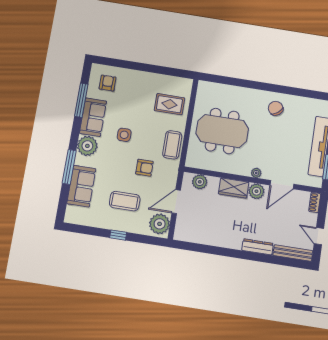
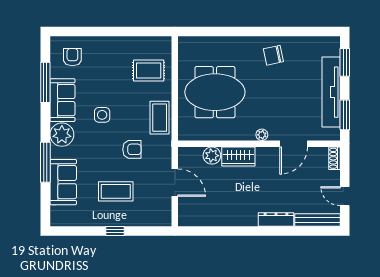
chair: (276, 108) -> (273, 55), turned -65
plant: (200, 182) -> (212, 156), moved
plant: (256, 191) -> (265, 156), removed
door: (176, 202) -> (175, 183), swing flipped
plant: (160, 224) -> (160, 211), removed

